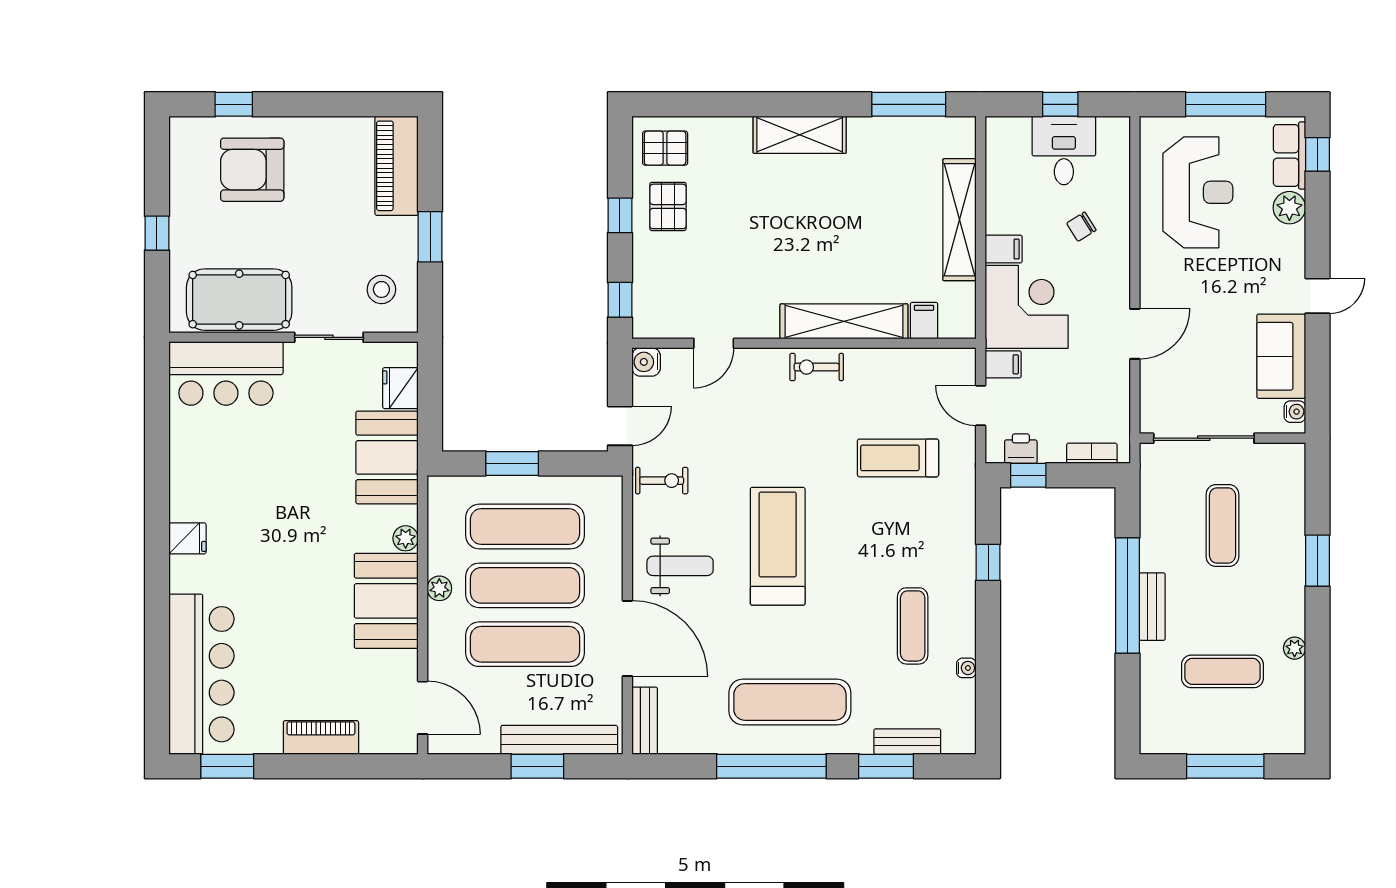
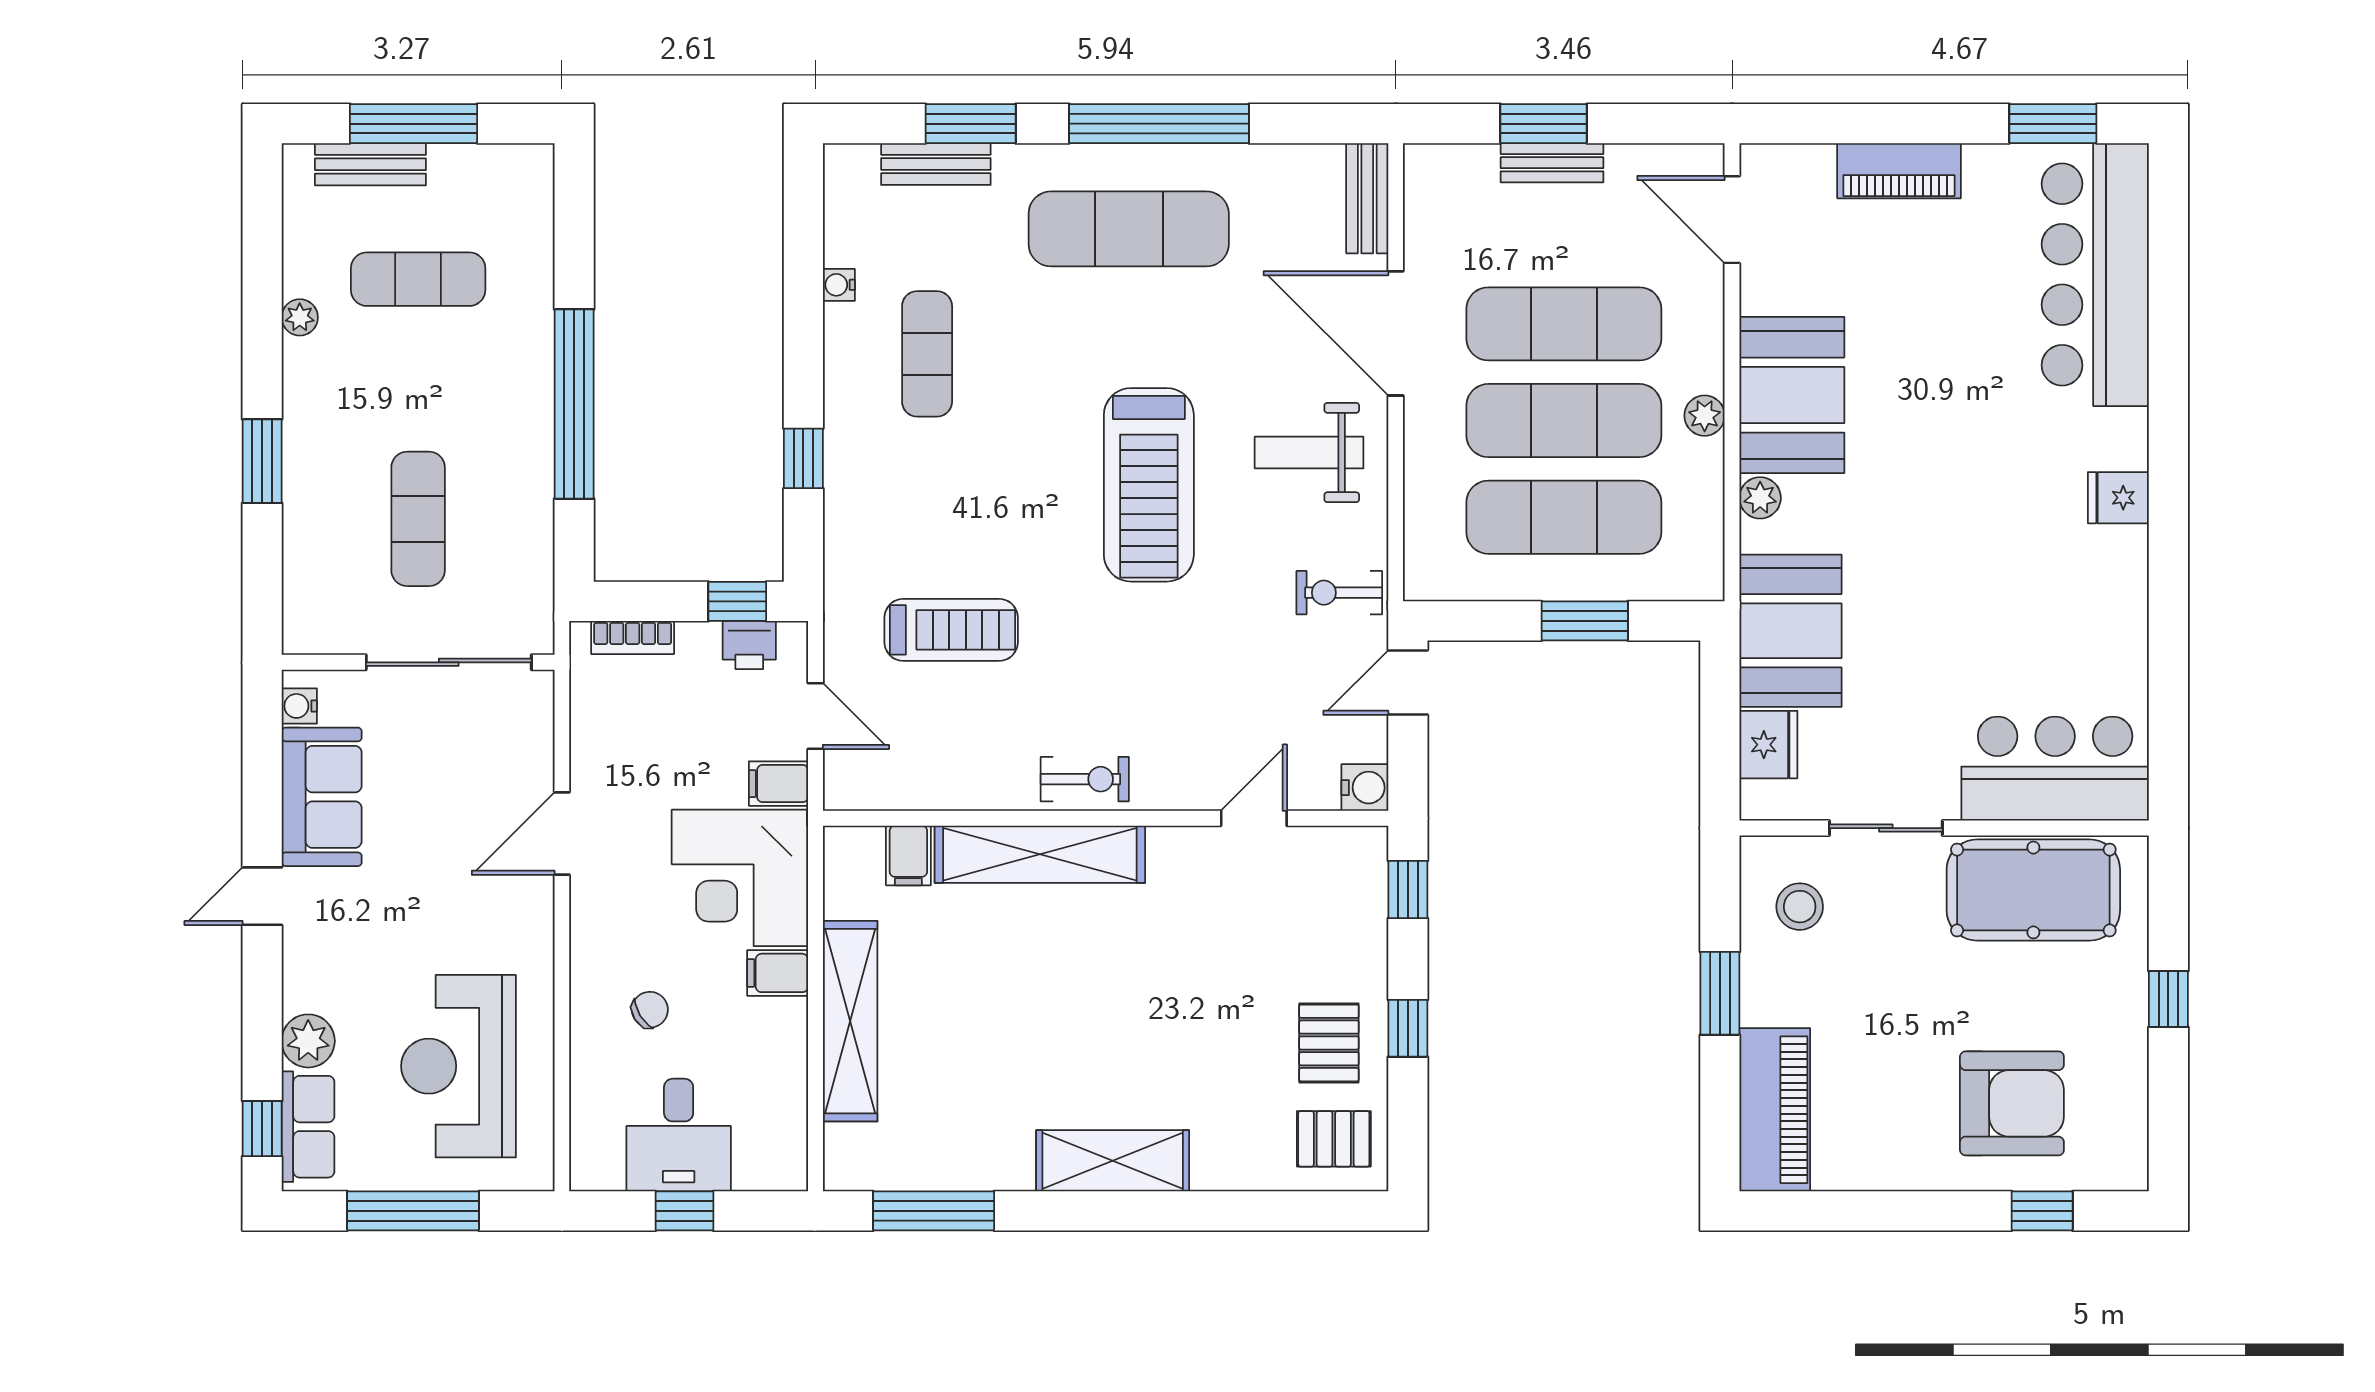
bench: (1152, 607) -> (370, 164), moved, turned 90
bench: (559, 740) -> (1552, 163), width x0.54, depth x0.82

